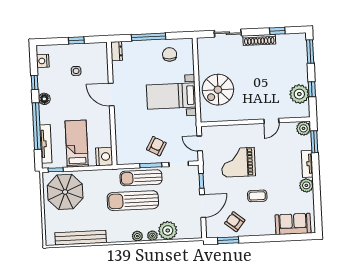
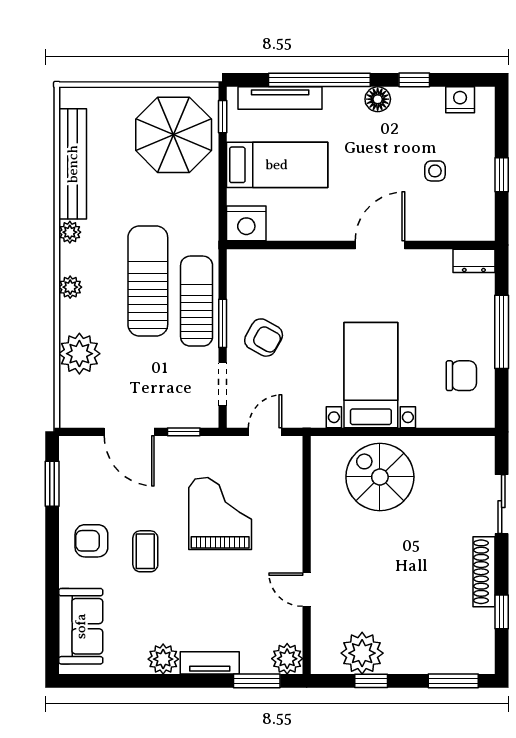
armchair: (235, 222) -> (91, 541), moved, turned -129
plant: (152, 236) -> (70, 232), moved

